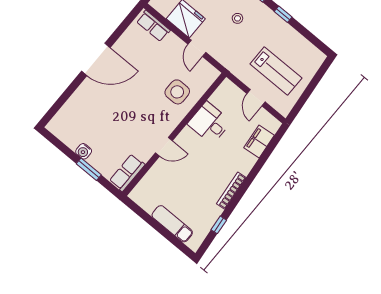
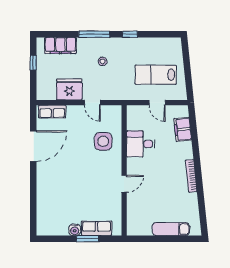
door: (96, 59) -> (33, 146), moved
lab bench: (276, 71) -> (156, 75), turned 180
row of seats: (127, 173) -> (97, 228), moved, turned 90
window: (219, 225) -> (202, 205), removed

